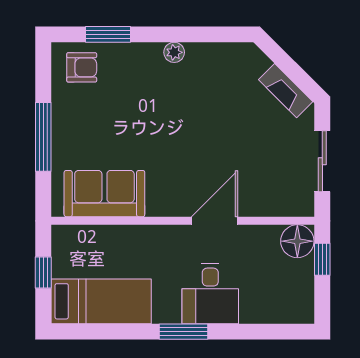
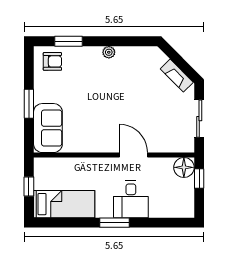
window: (43, 137) -> (29, 104), width x0.69
sofa: (104, 194) -> (48, 128), moved, turned 90
door: (215, 221) -> (133, 155), hinge flipped

